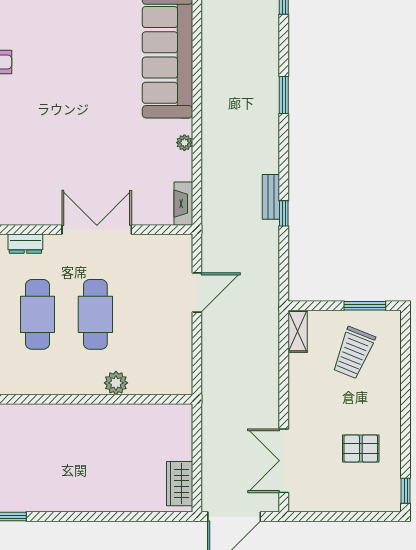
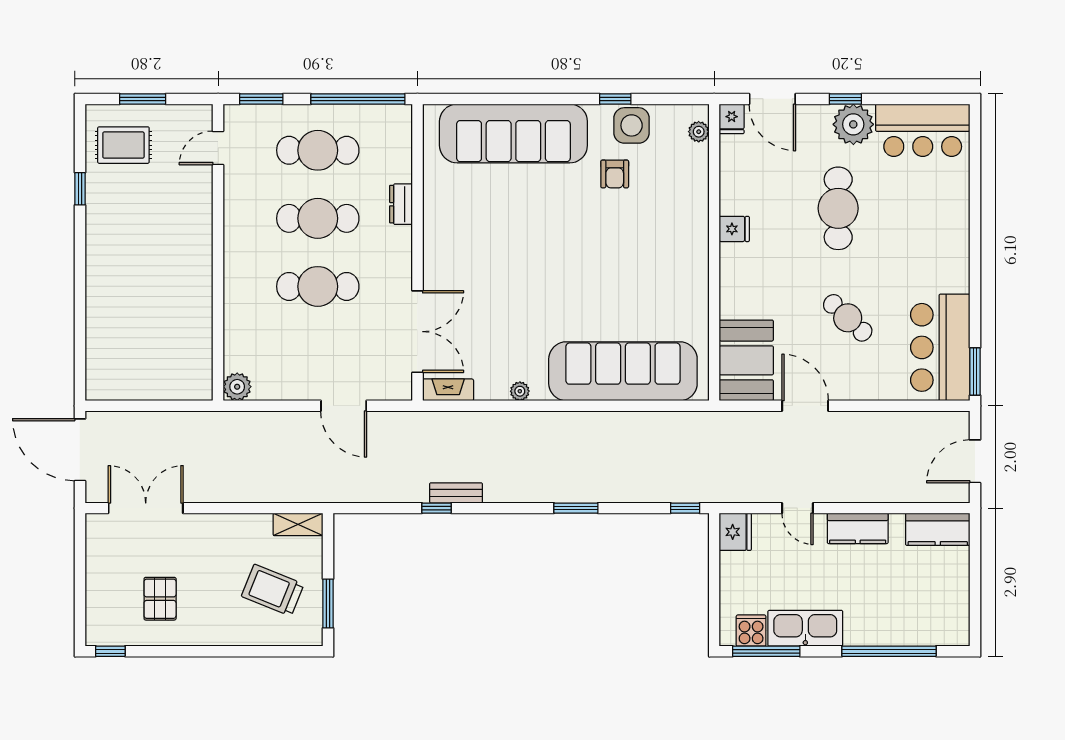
double door: (97, 230) -> (417, 332), moved
plant: (116, 383) -> (237, 387), moved
wardrobe: (180, 484) -> (119, 386), removed

